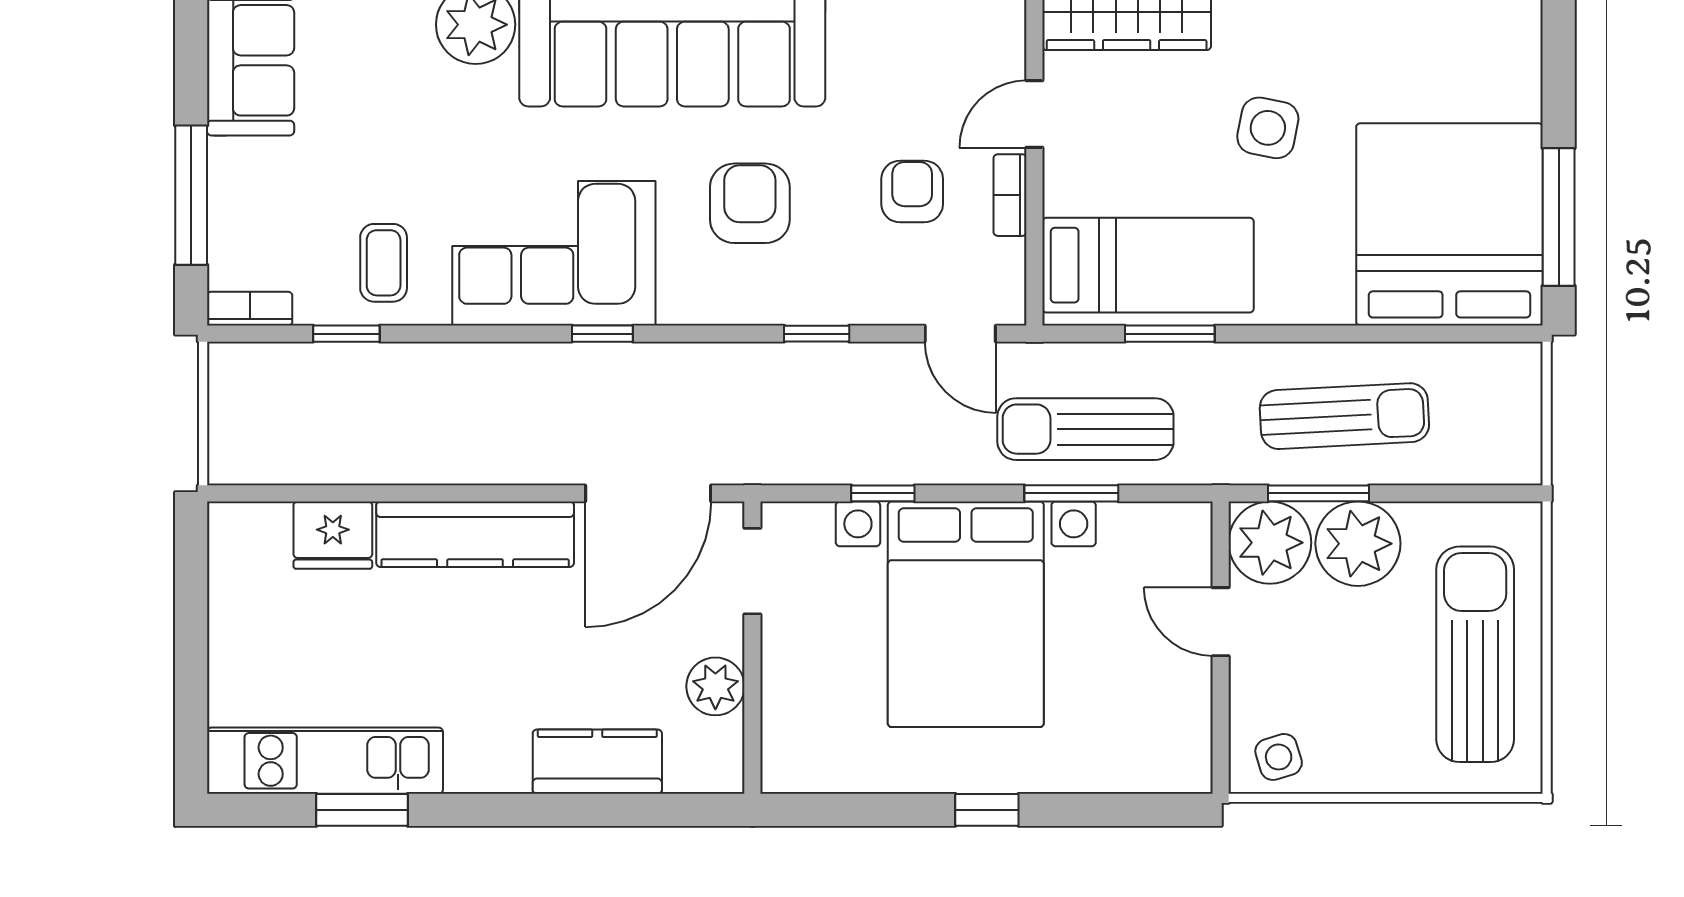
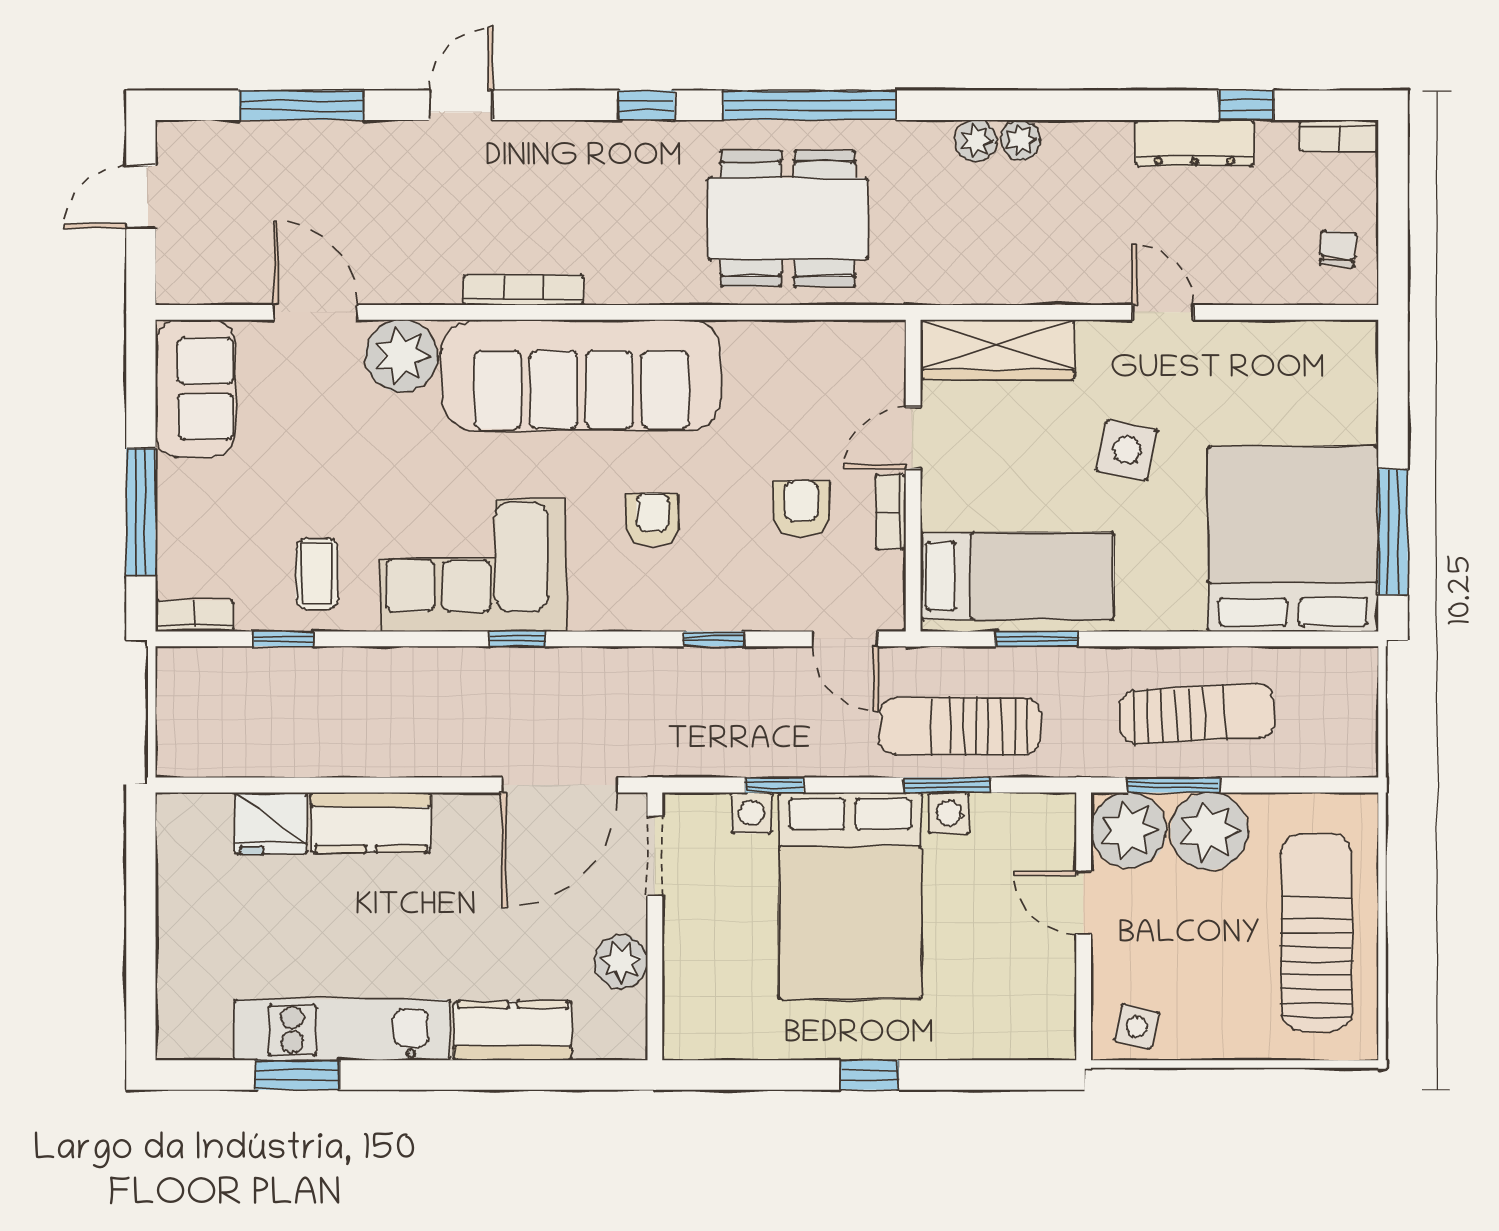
armchair: (750, 203) -> (652, 519), width x0.72, depth x0.72
kitchen counter: (475, 534) -> (371, 822), width x0.67
side table: (1279, 757) -> (1137, 1026), turned 30
kitchen unit: (325, 761) -> (342, 1030), moved

